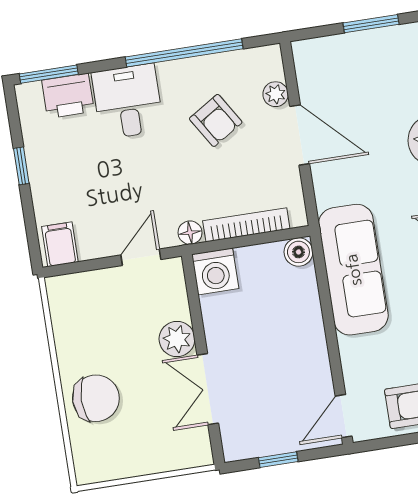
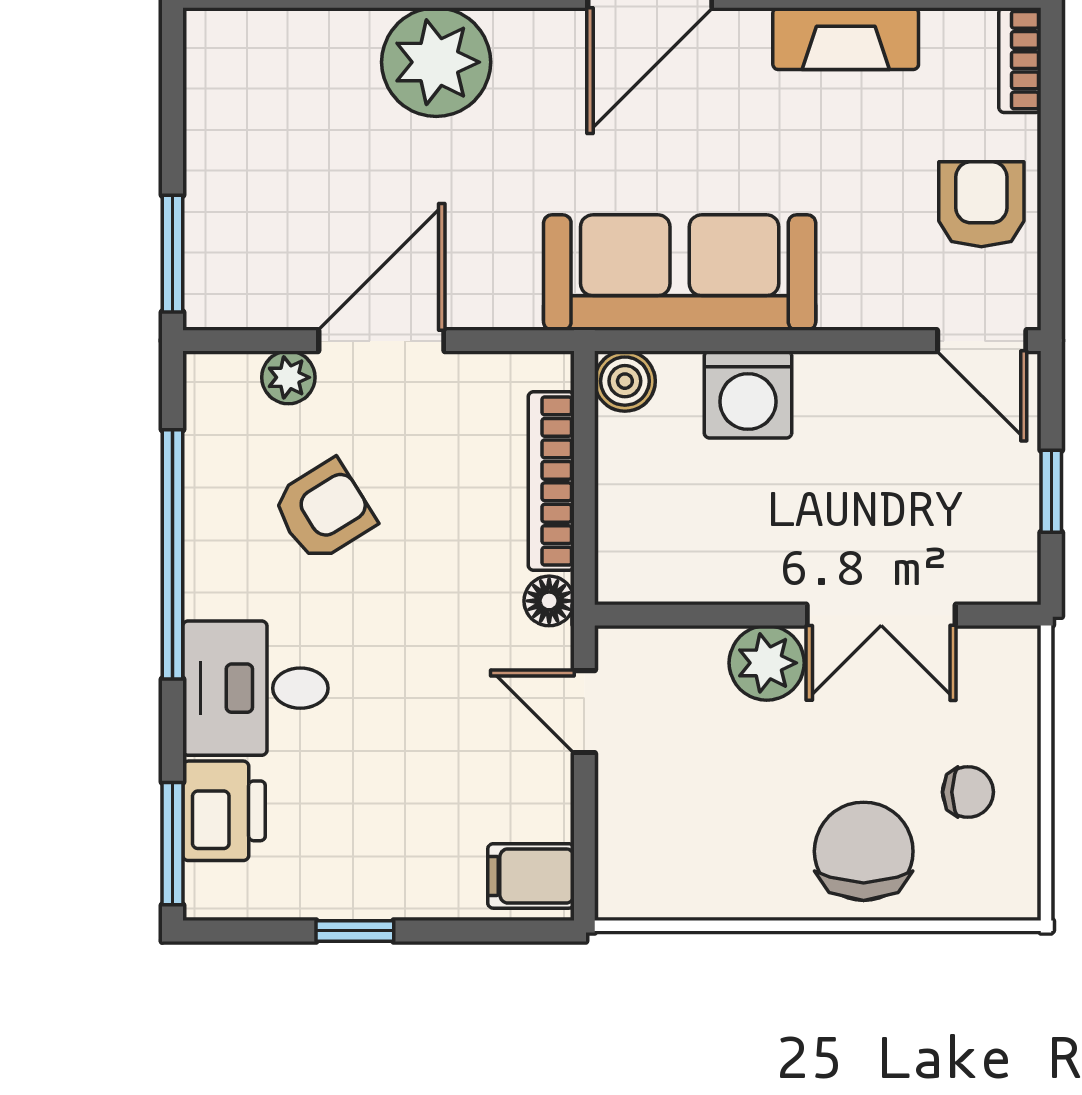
window: (371, 24) -> (172, 254), moved
washing machine: (215, 271) -> (748, 395), moved, turned 90
chair: (131, 443) -> (968, 792), added

